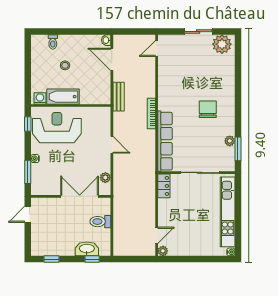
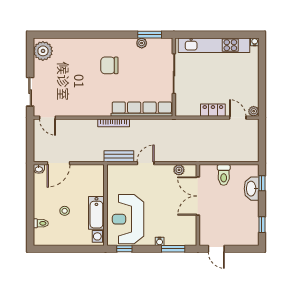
sliding door: (198, 32) -> (30, 92), moved
bench: (119, 97) -> (119, 156), moved
locker: (164, 186) -> (213, 110), moved

